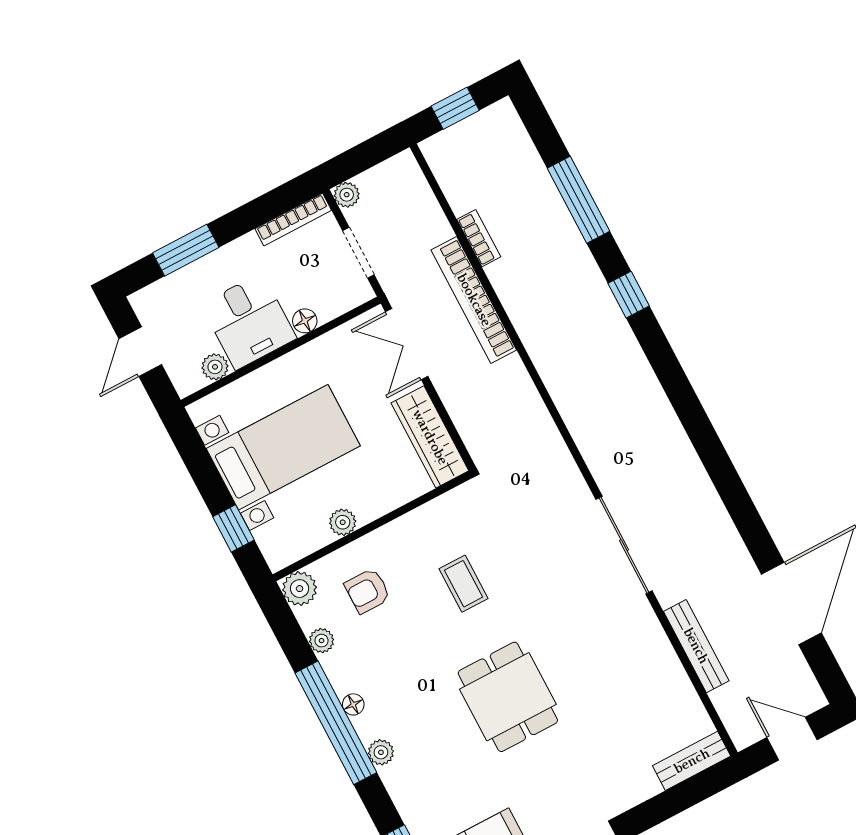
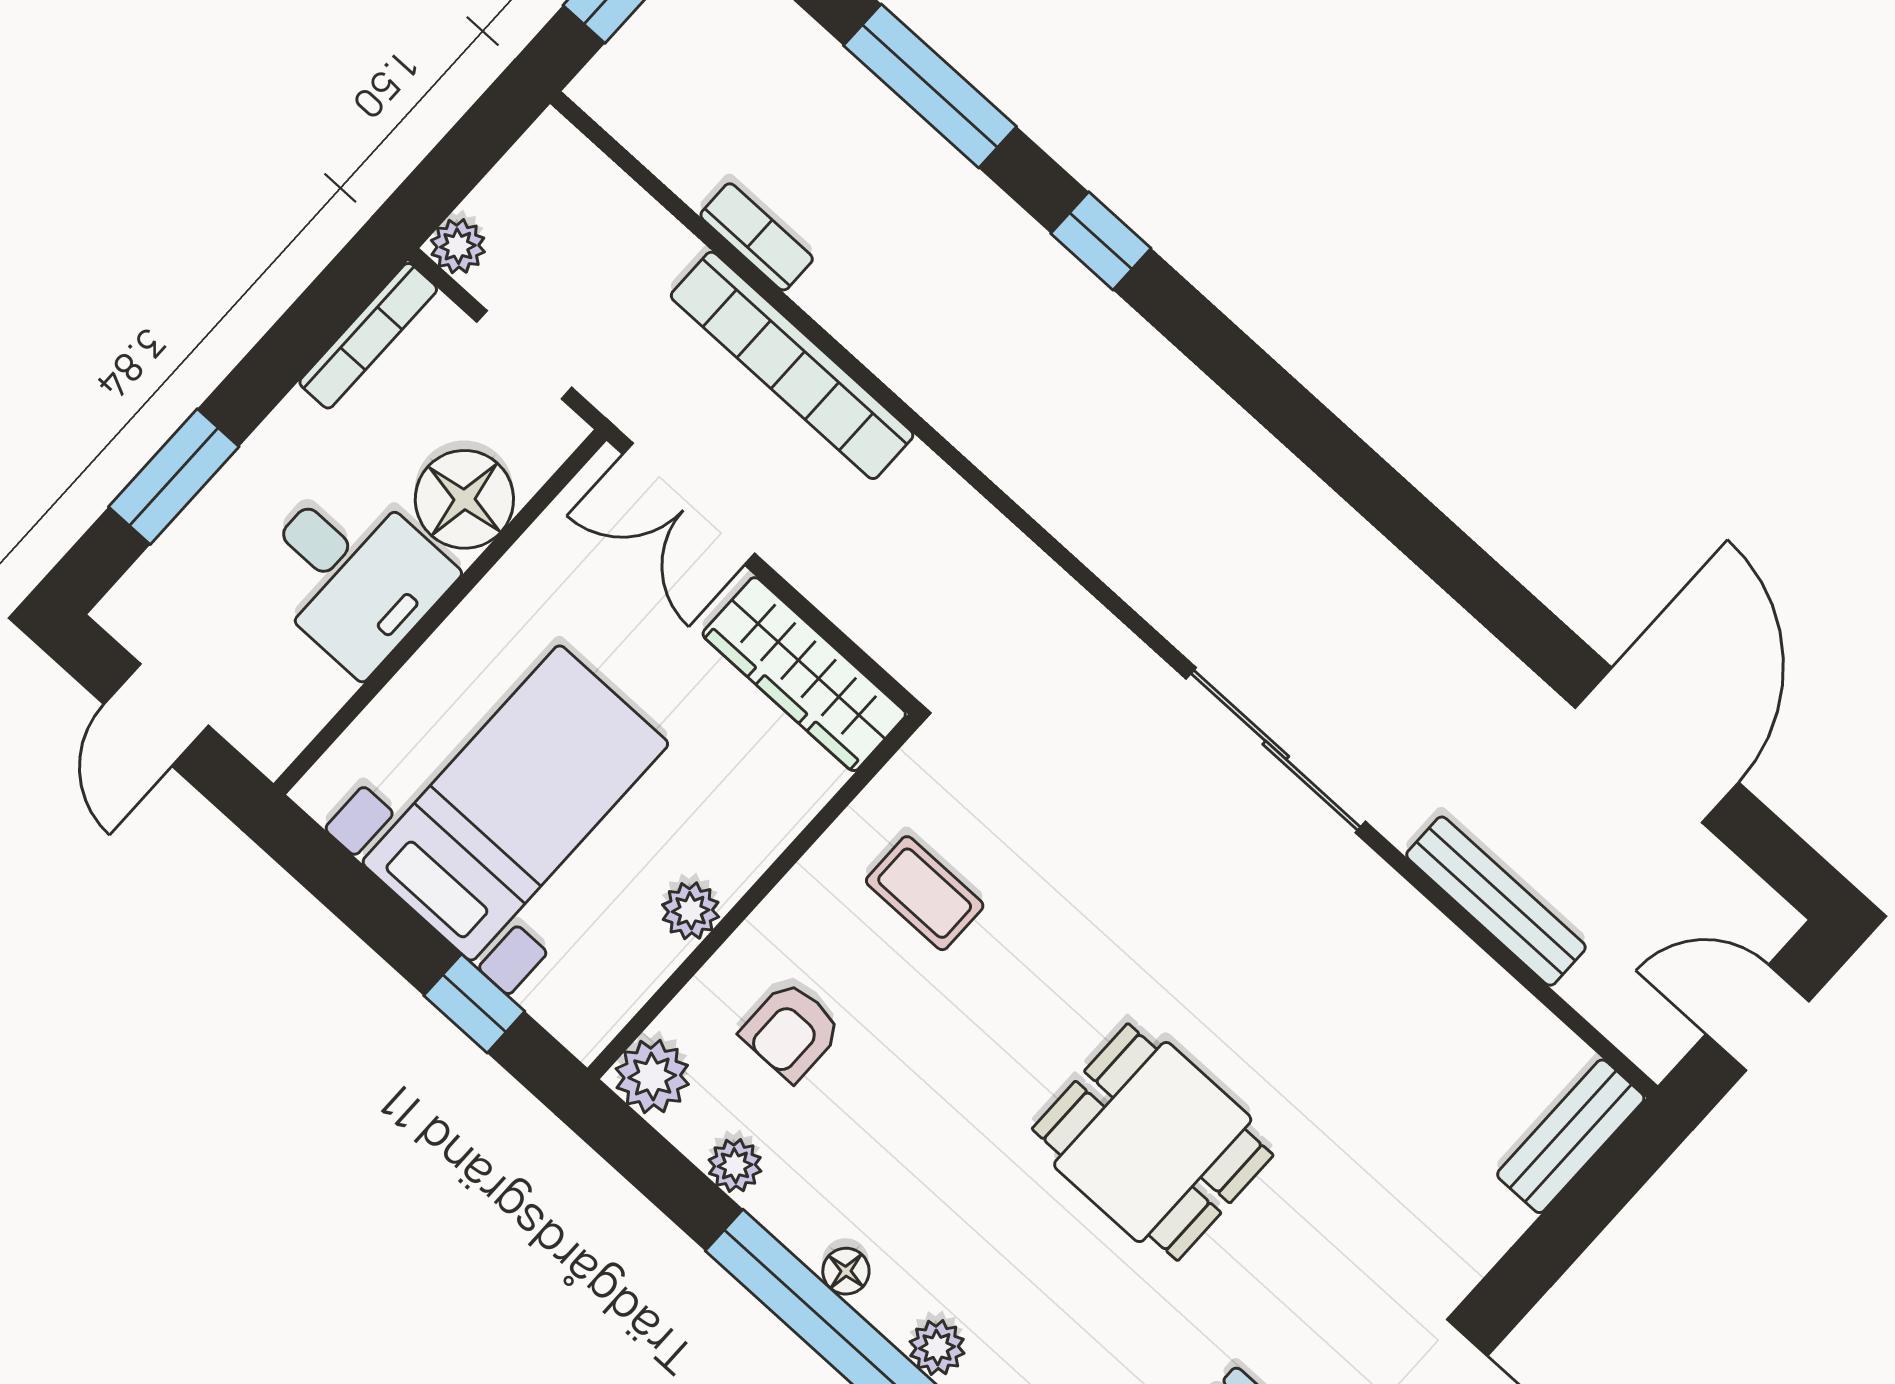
floor lamp: (305, 321) -> (464, 499), width x1.89, depth x1.89
plant: (215, 367) -> (318, 691), removed
coffee table: (464, 584) -> (925, 893), moved

